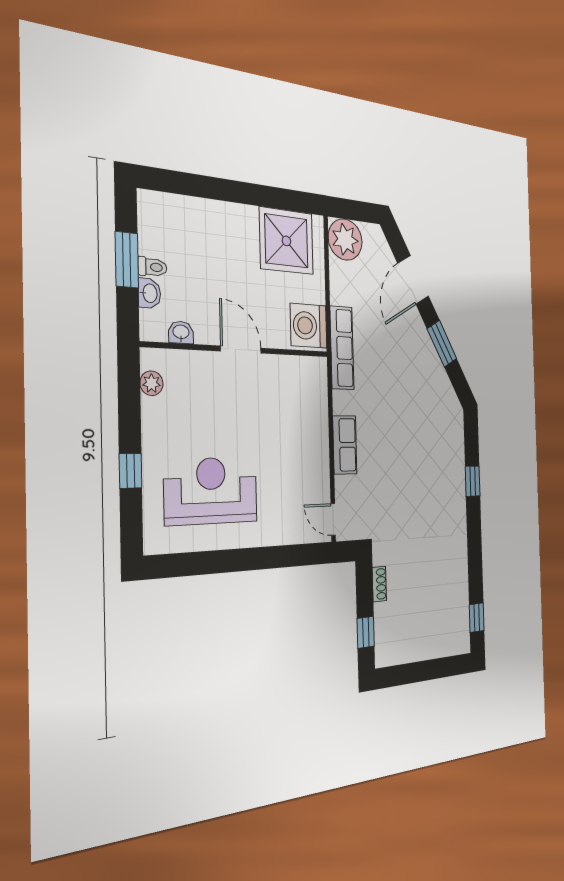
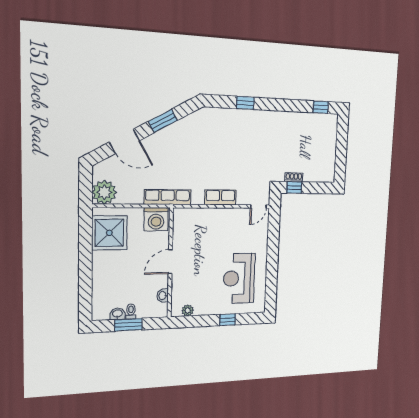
washbasin: (149, 293) -> (117, 314), moved
window: (366, 632) -> (294, 188), moved

